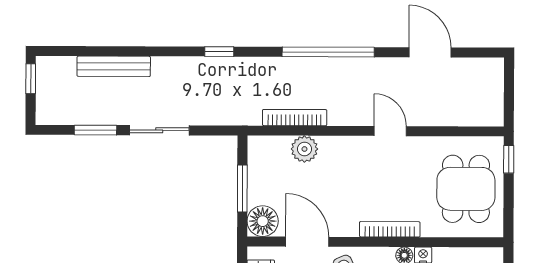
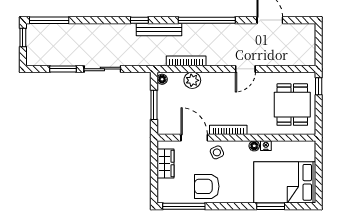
window: (73, 51) -> (49, 20), added
bench: (114, 66) -> (159, 30), moved
door: (390, 131) -> (245, 69), swing flipped
floor lamp: (263, 221) -> (162, 79), moved, width x0.53, depth x0.53
bookcase: (390, 229) -> (228, 130), moved

